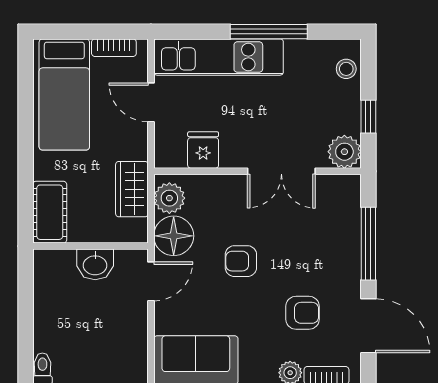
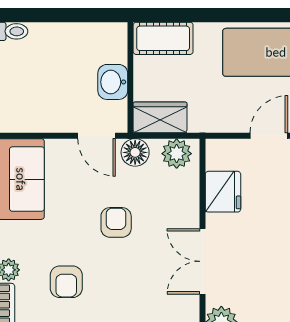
fridge: (203, 150) -> (223, 192), width x1.38
wardrobe: (132, 189) -> (160, 117), moved
floor lamp: (174, 236) -> (135, 152), width x0.73, depth x0.73

